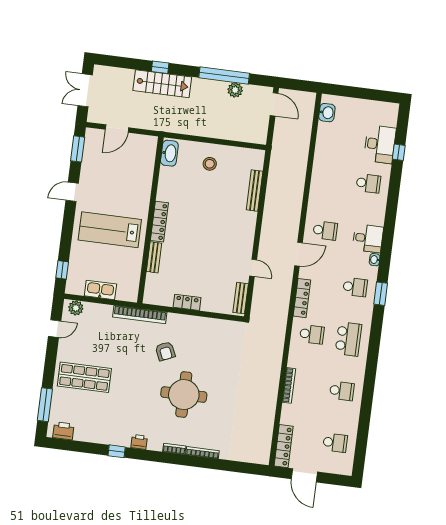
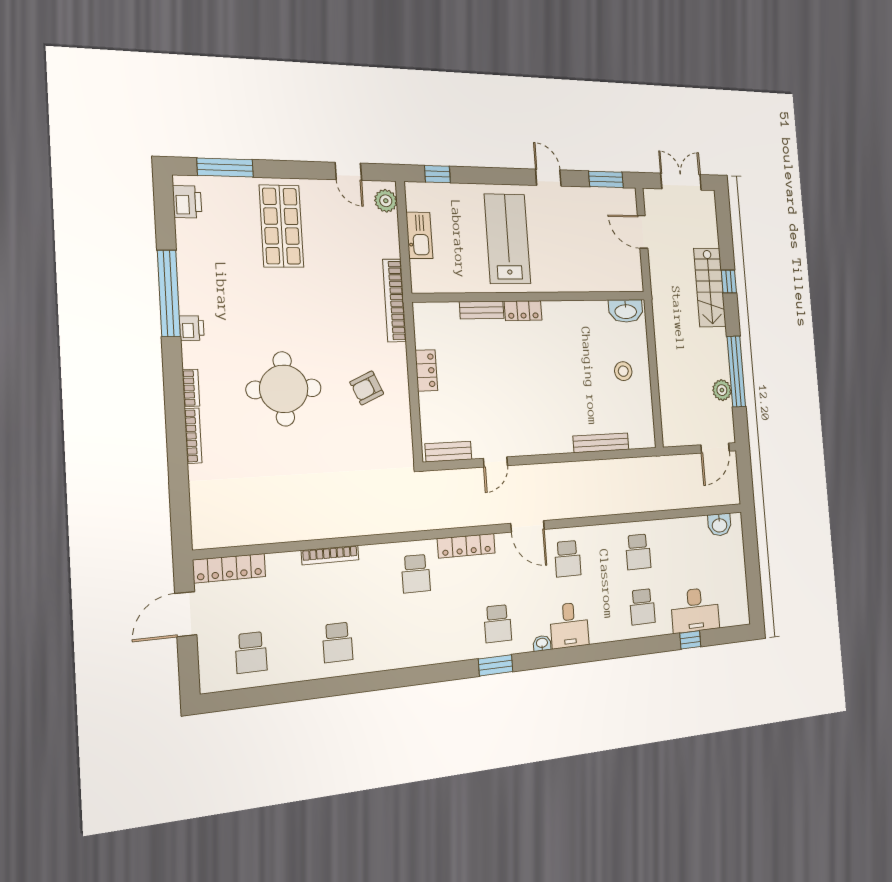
locker: (159, 222) -> (523, 311), width x0.66
school desk: (348, 339) -> (638, 552), moved, width x0.54
armchair: (165, 351) -> (367, 388), moved
window: (117, 451) -> (169, 293), width x3.17

